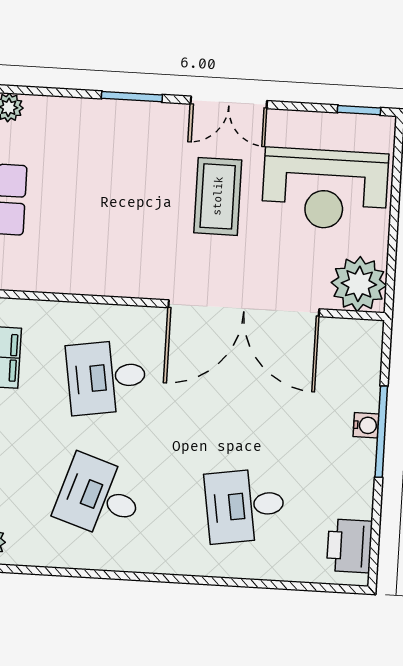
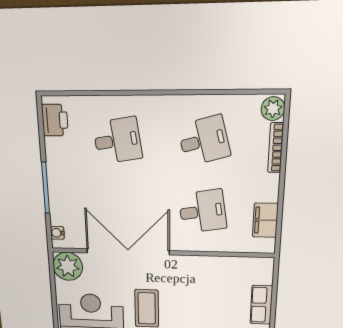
water cooler: (366, 425) -> (57, 233), moved
desk: (99, 497) -> (204, 141), turned -33

